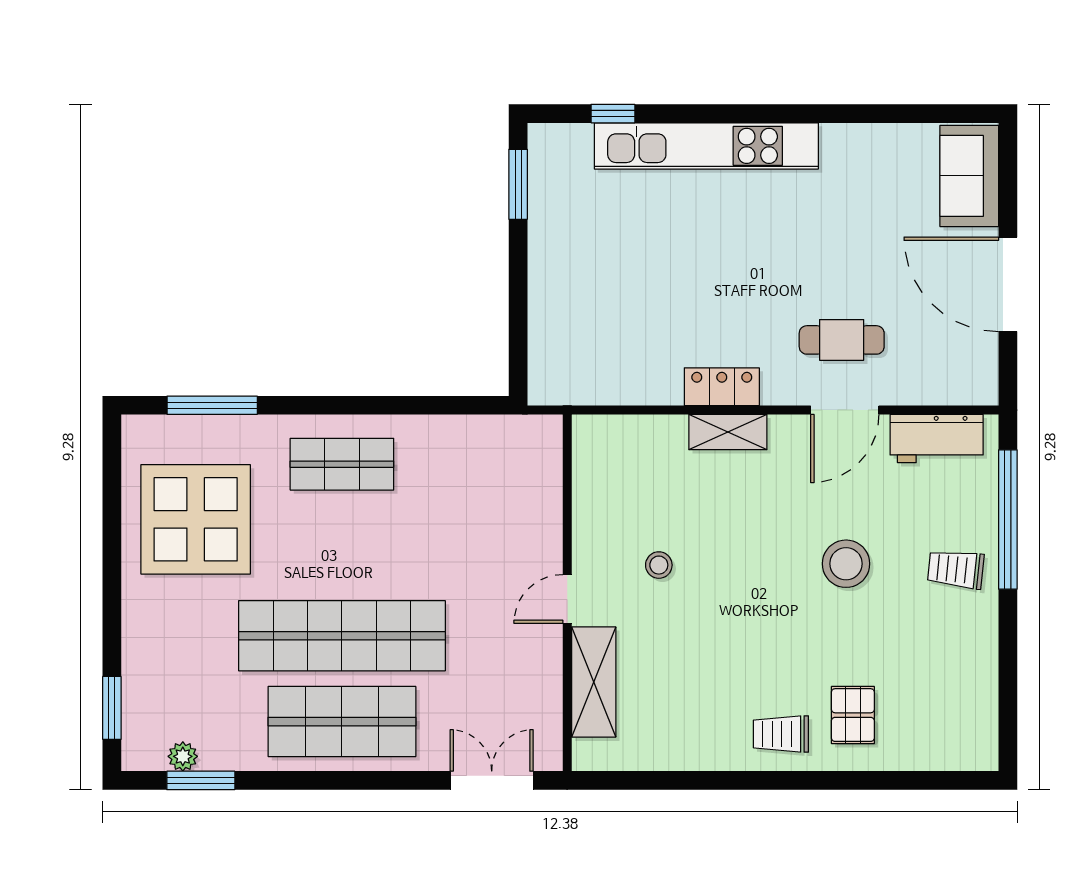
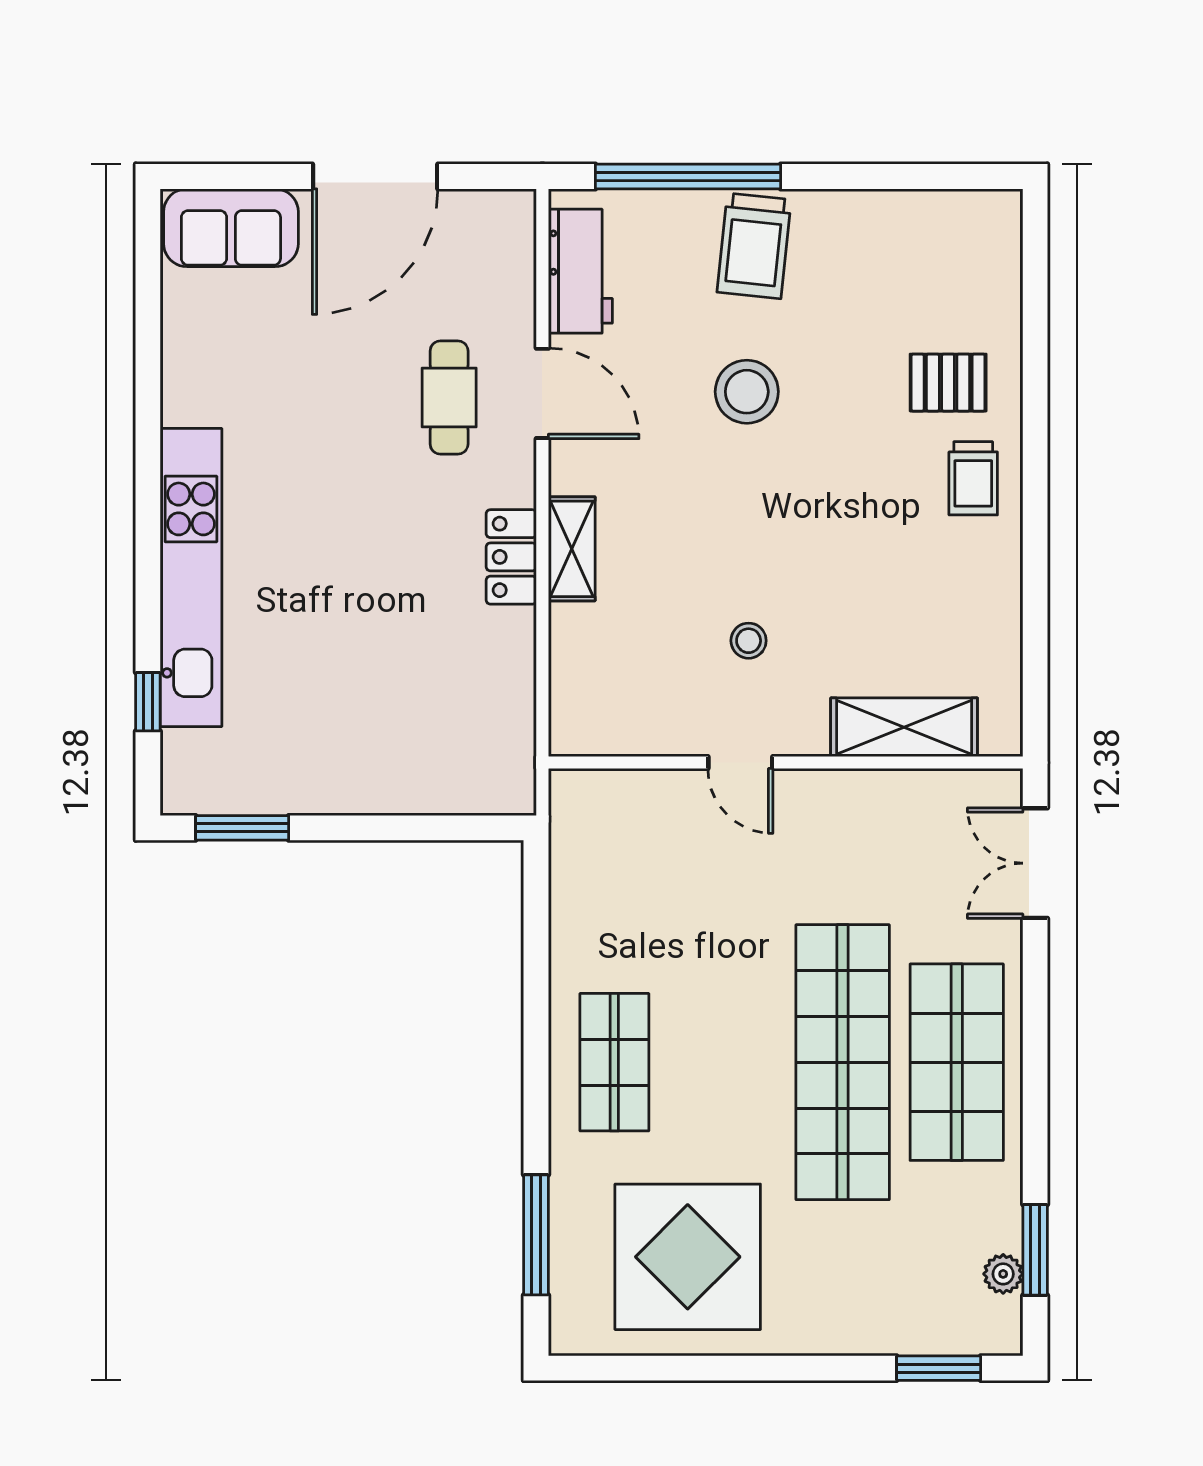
trolley: (956, 569) -> (754, 246), width x1.36, depth x1.39
door: (567, 599) -> (740, 763), moved

